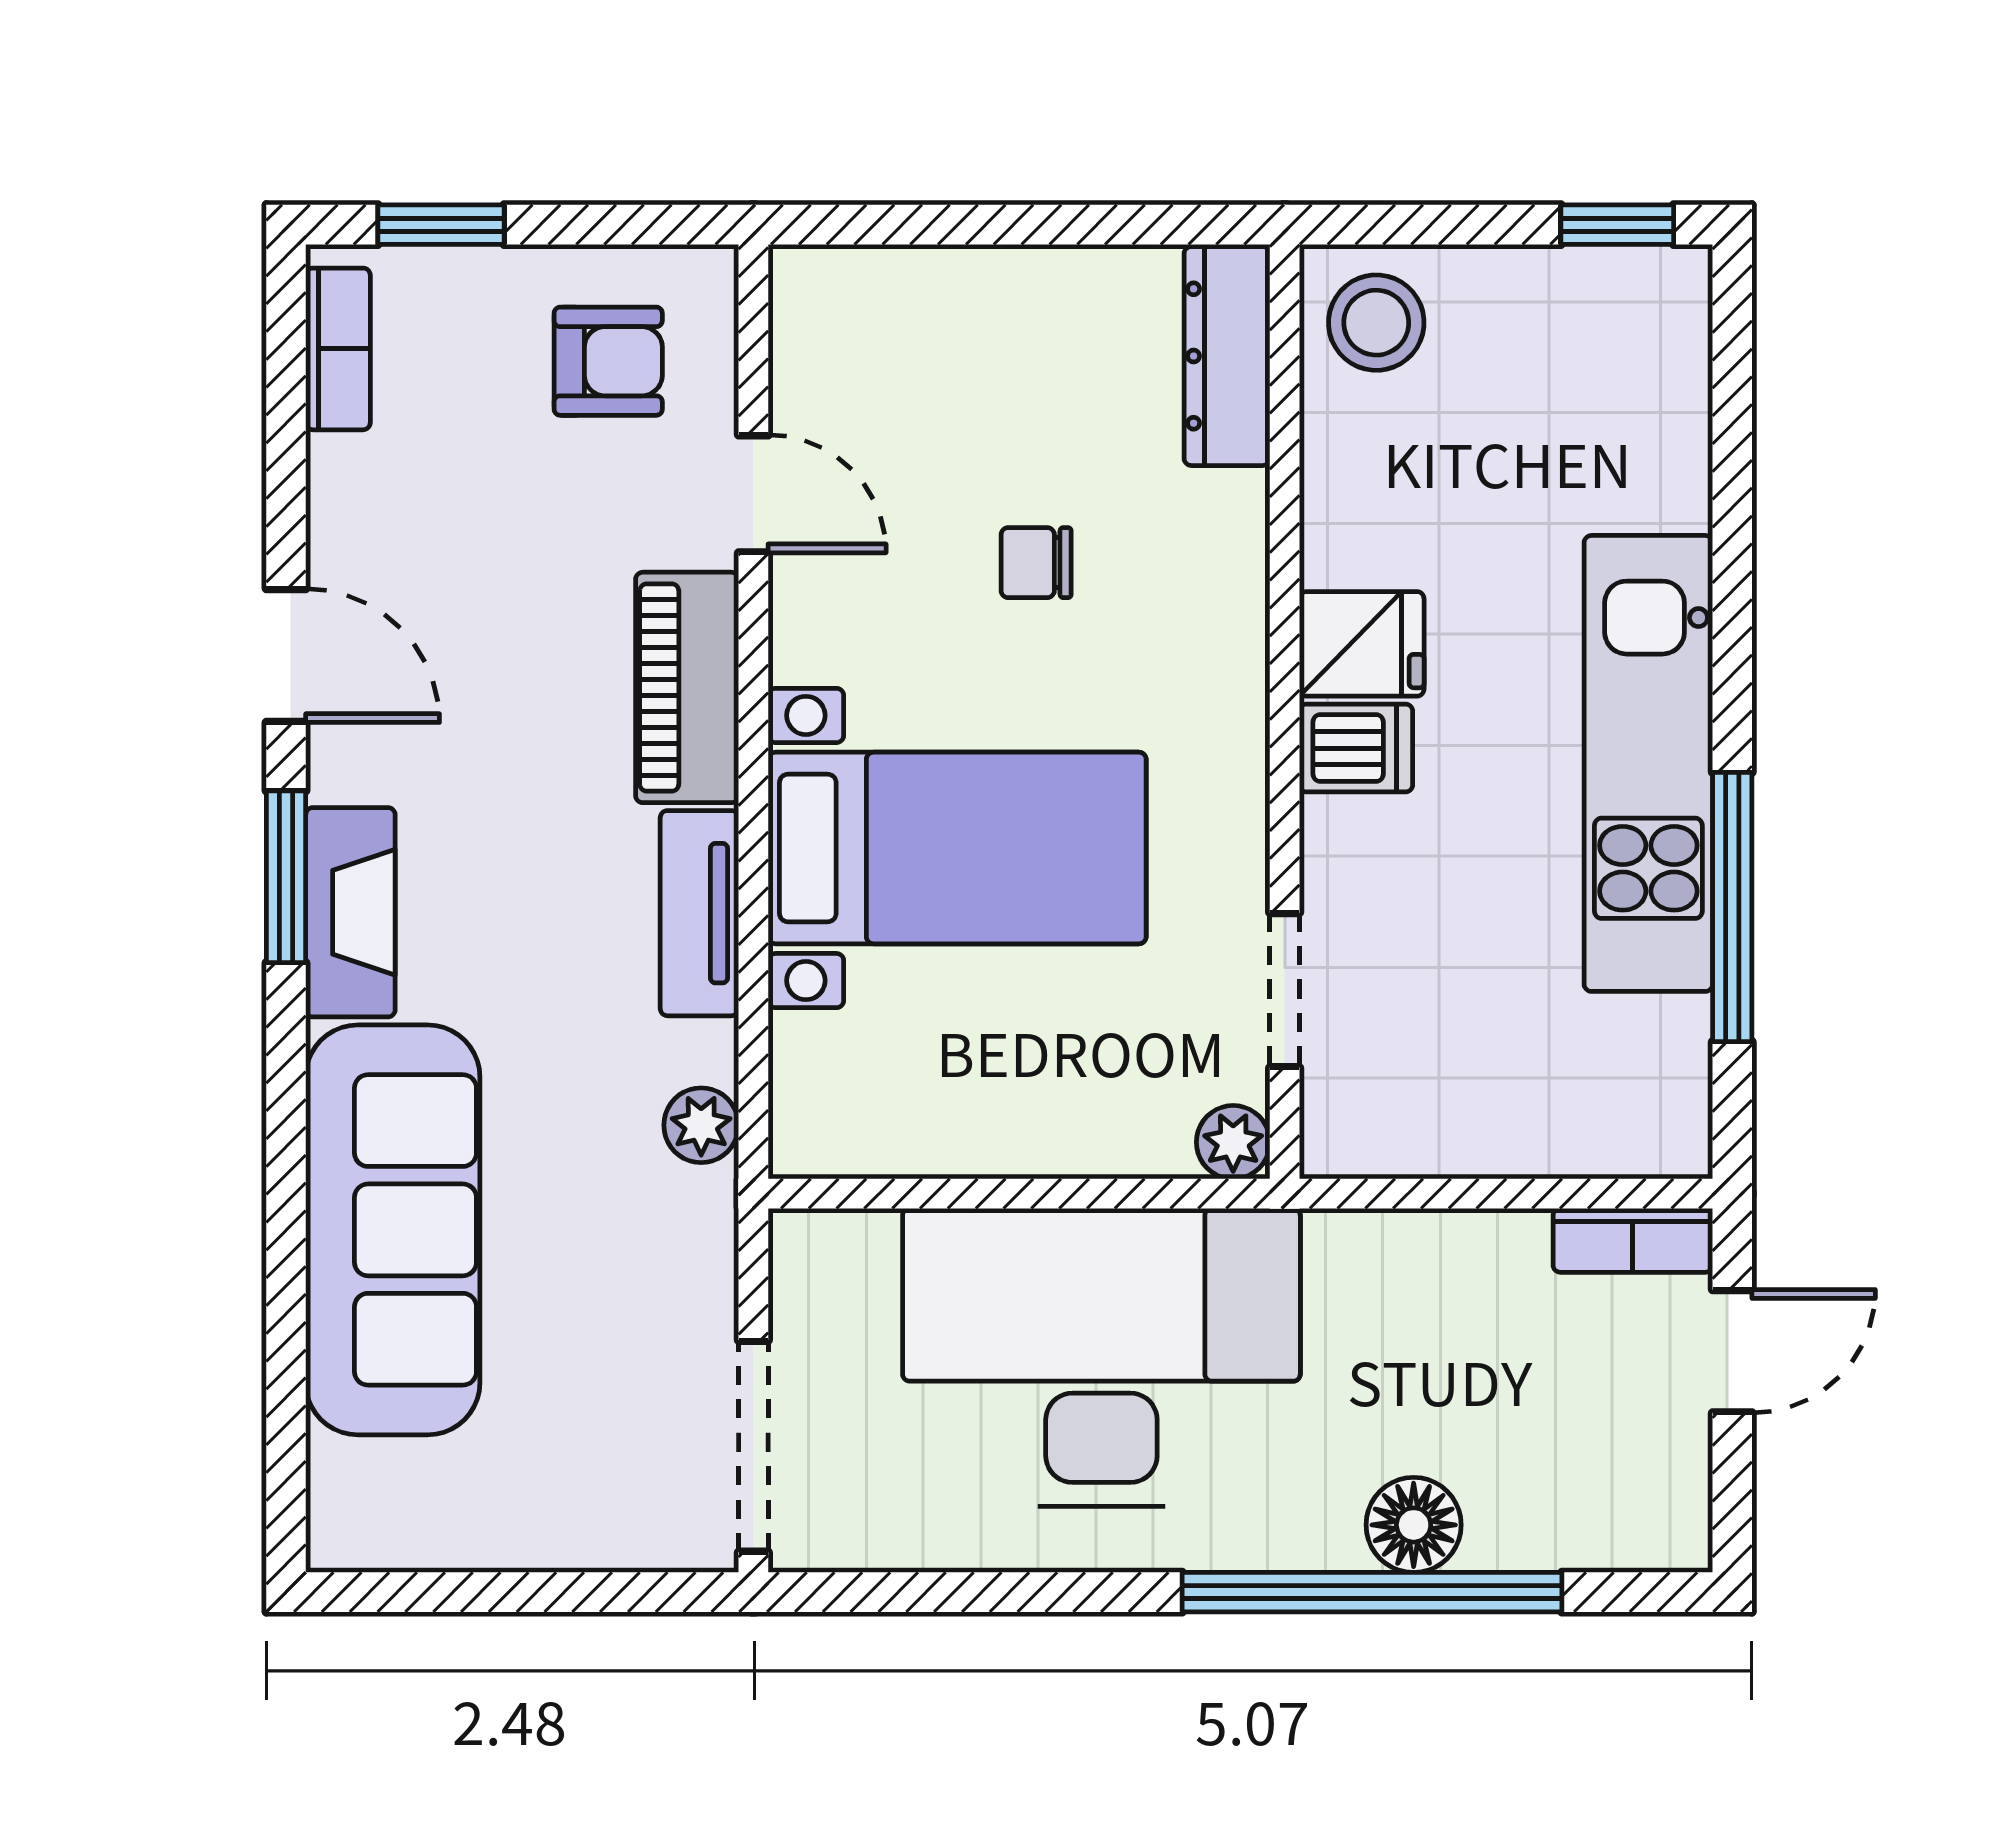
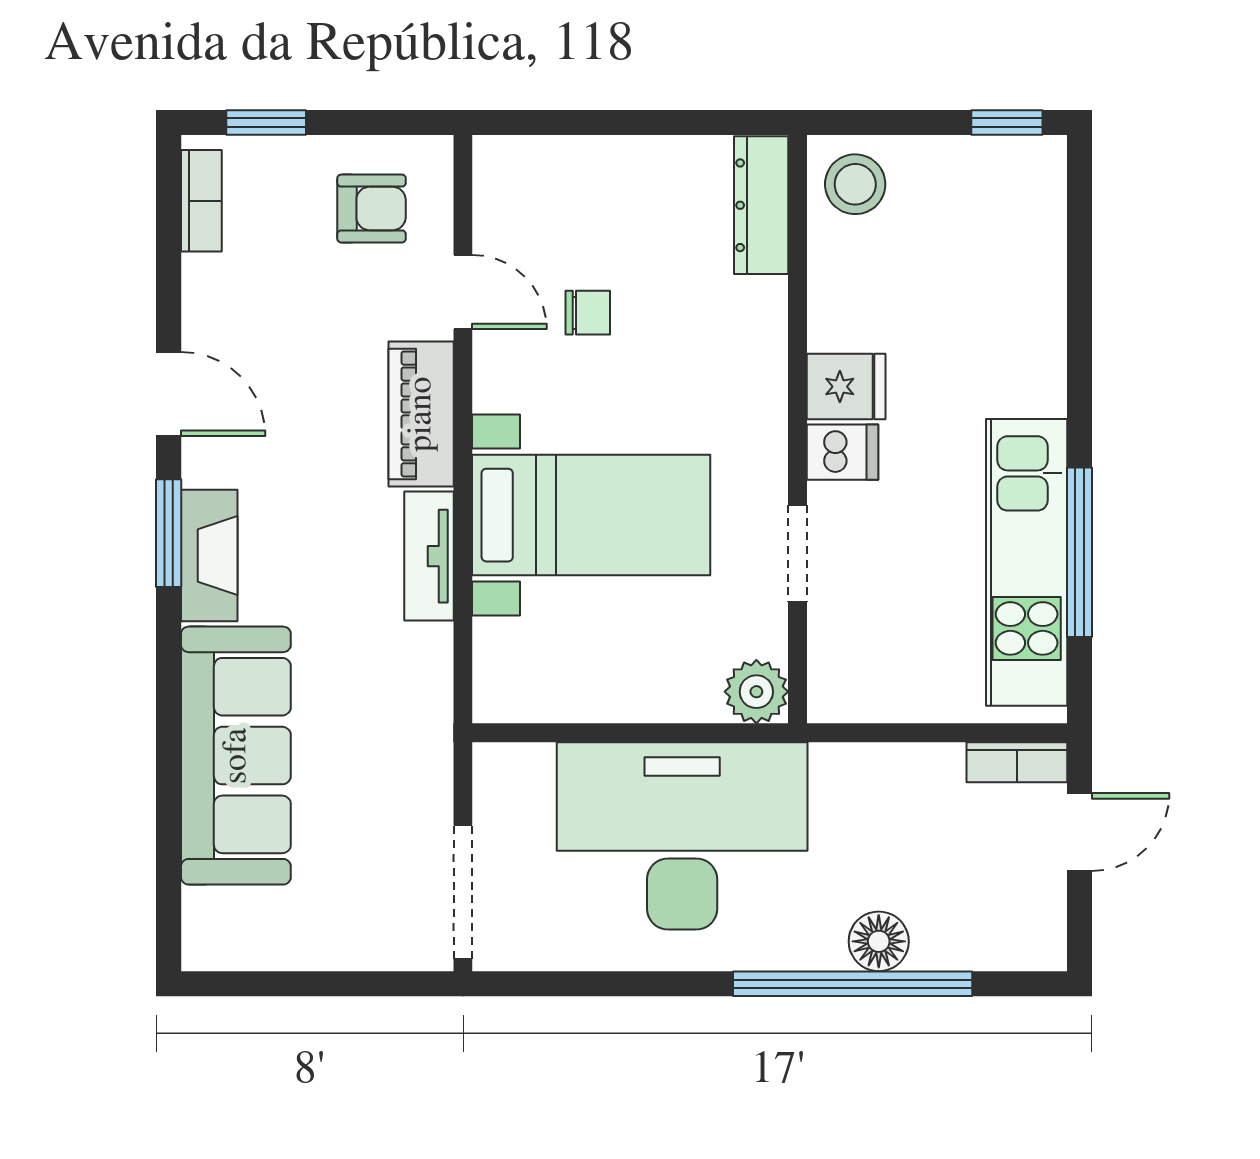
chair: (1036, 563) -> (588, 313), moved, turned 180
kitchen unit: (1648, 763) -> (1027, 562), moved
doorway: (1285, 990) -> (797, 554), moved
plant: (701, 1125) -> (430, 690), removed
plant: (1233, 1142) -> (756, 692), width x1.38, depth x1.38

